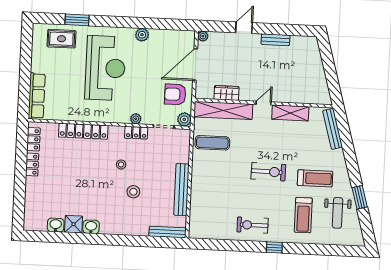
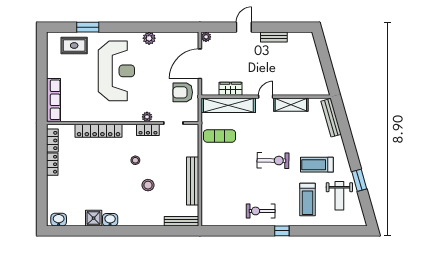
plant: (184, 119) -> (192, 115), removed
treadmill: (315, 178) -> (317, 165), turned 180
washbasin: (56, 225) -> (59, 220), moved

